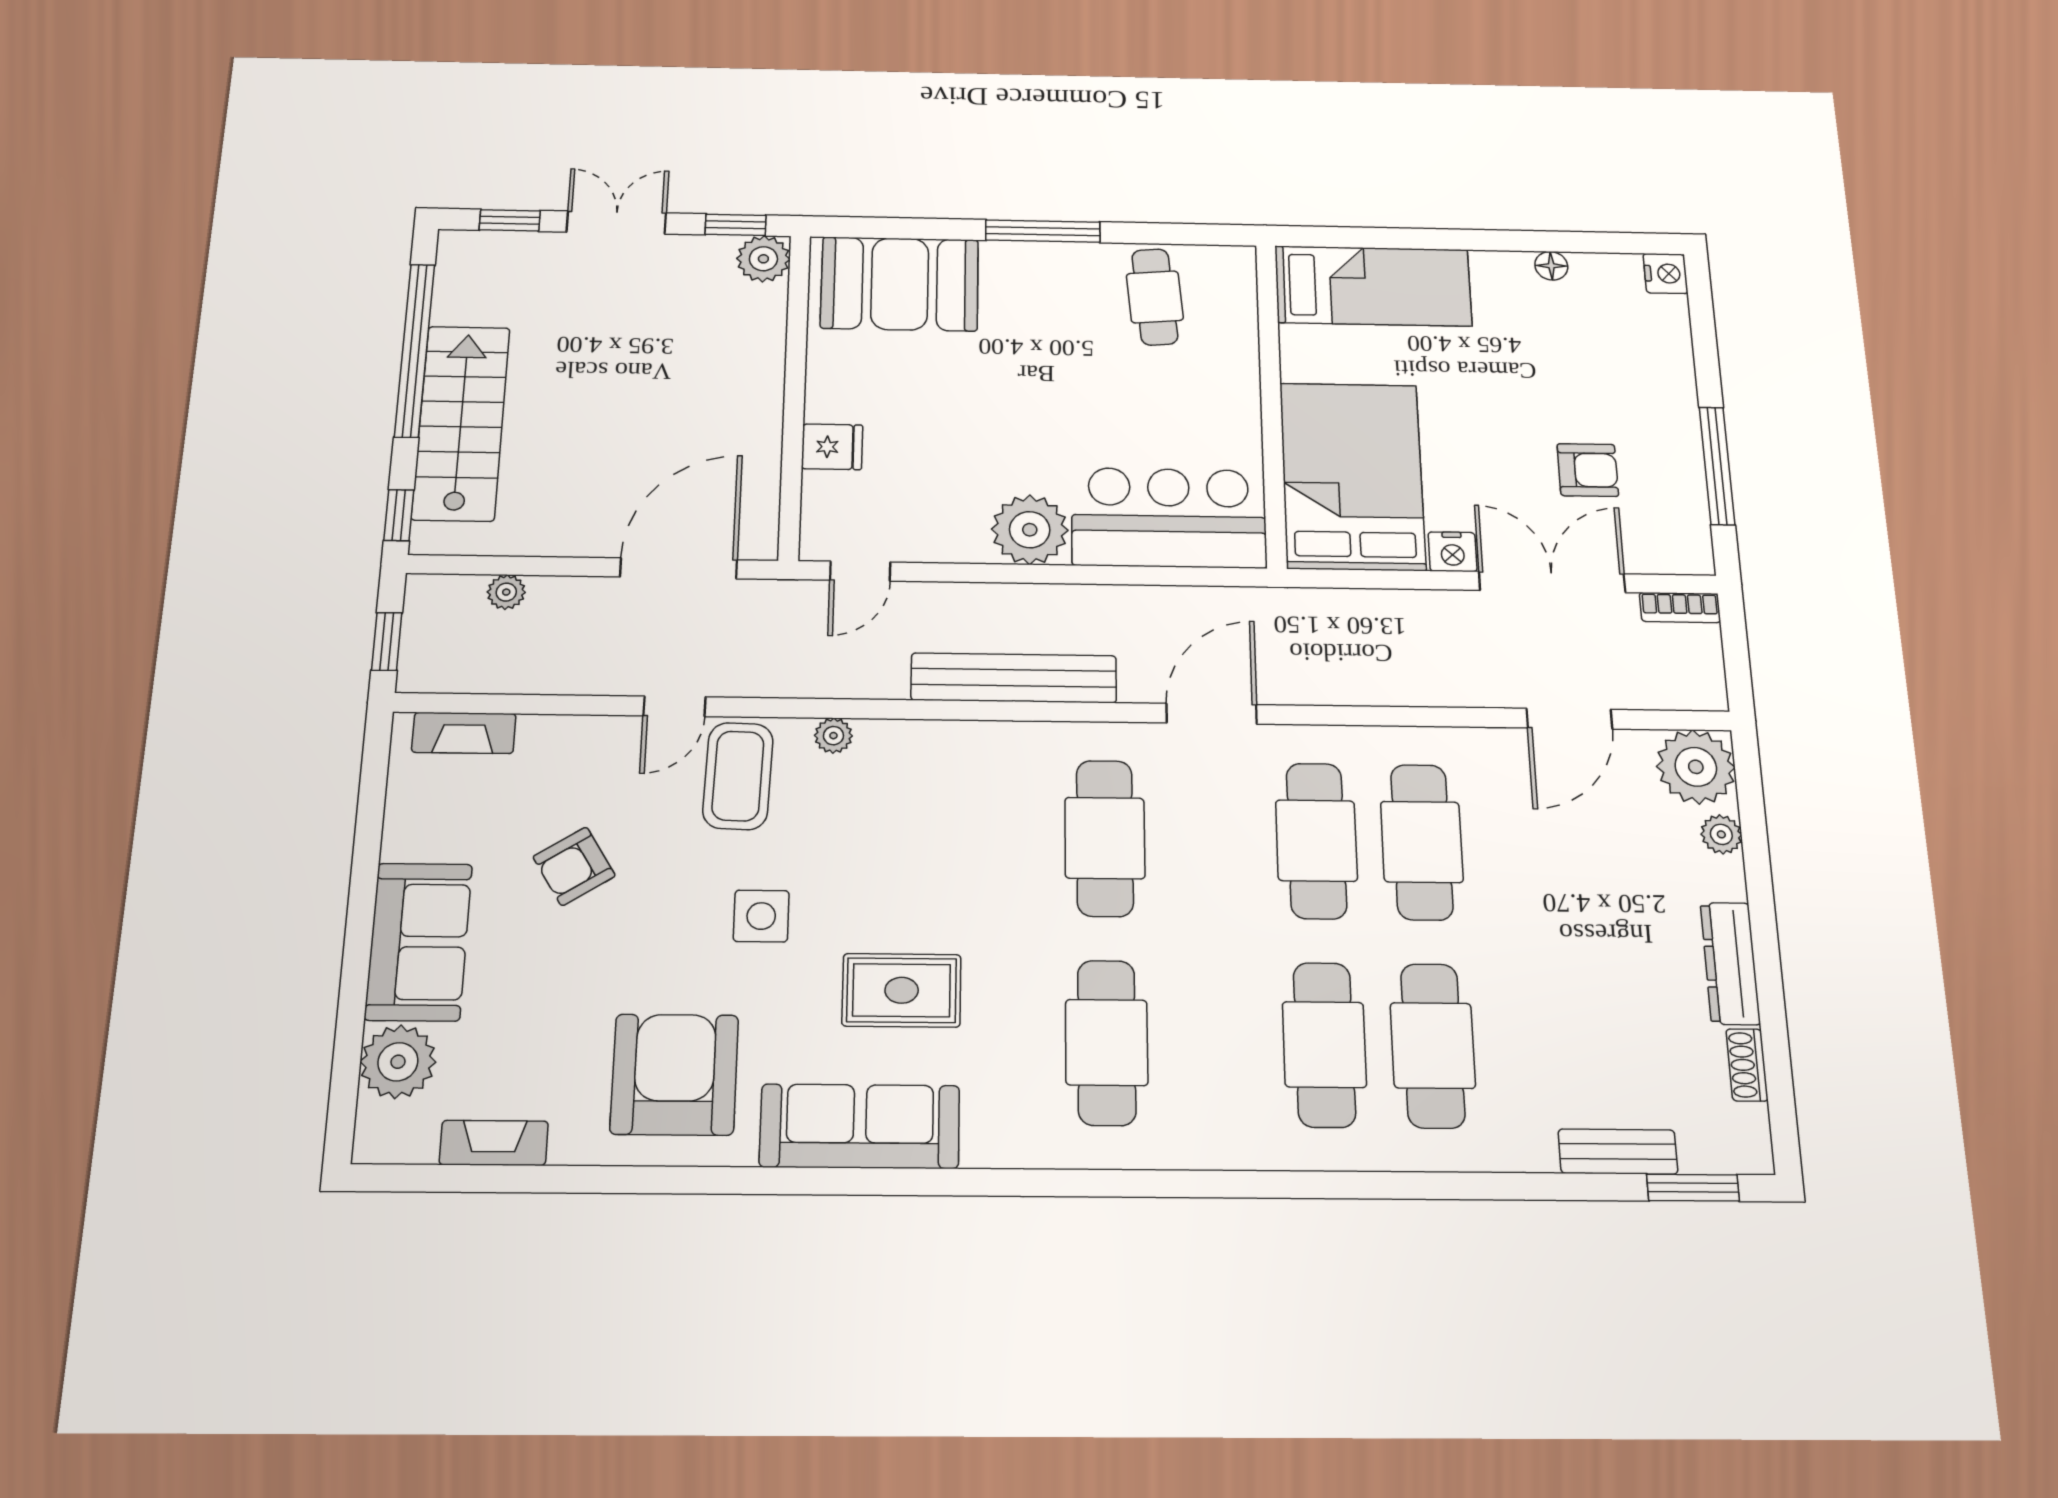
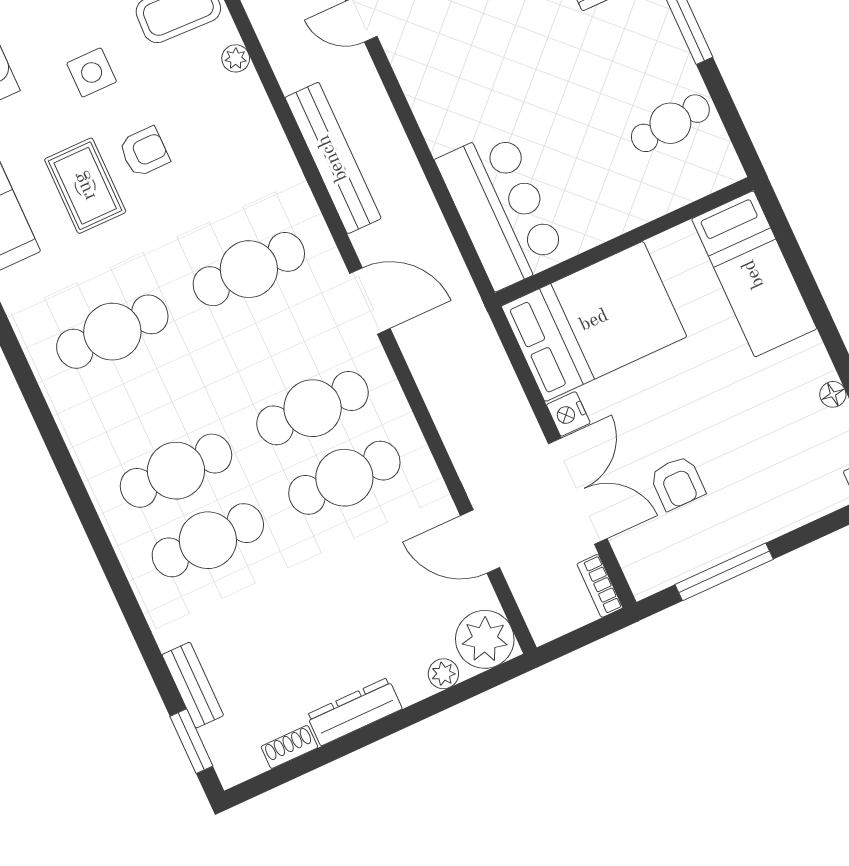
plant: (1030, 530) -> (447, 119), removed
armchair: (894, 897) -> (144, 152), added

